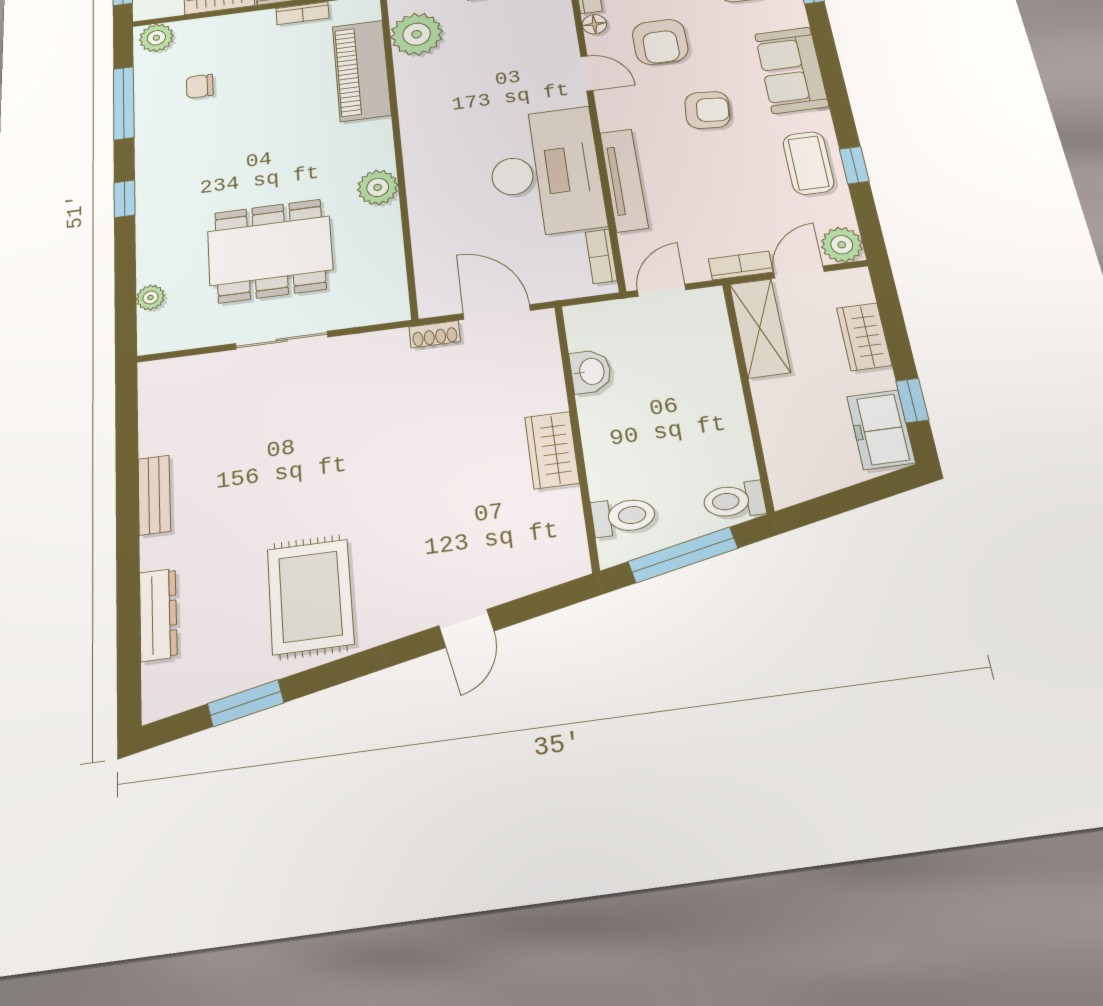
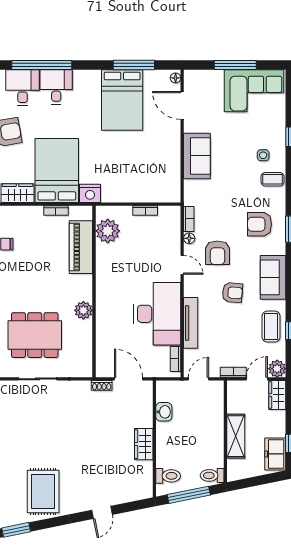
shelving: (760, 328) -> (236, 436), moved
wardrobe: (864, 337) -> (277, 395), moved

